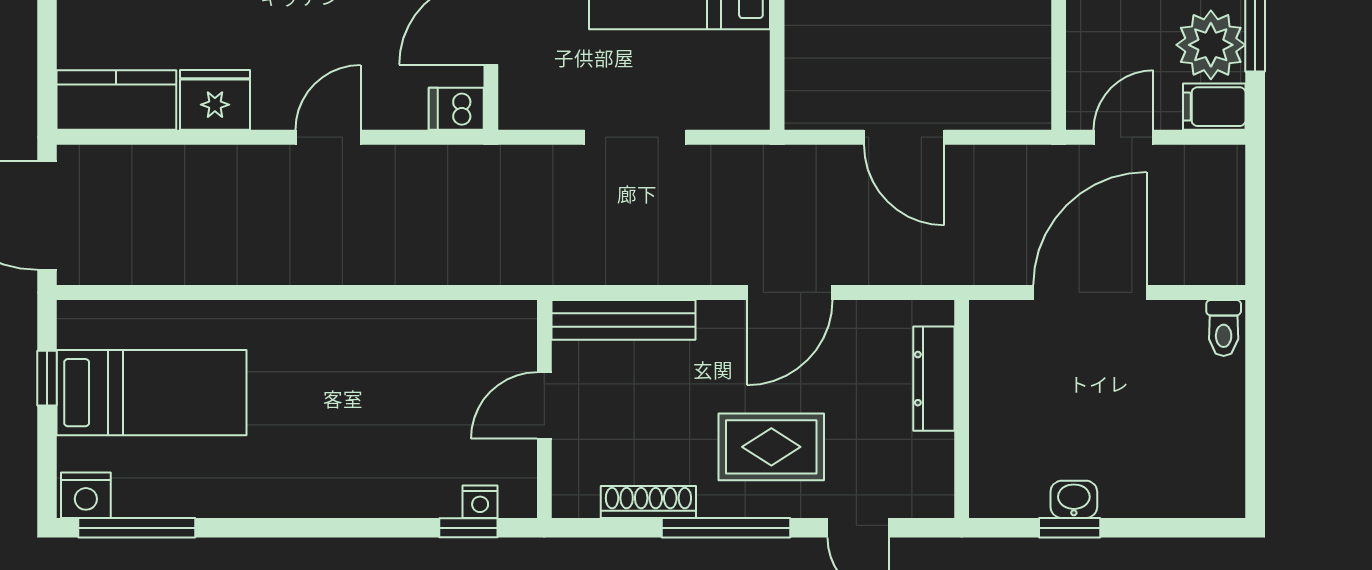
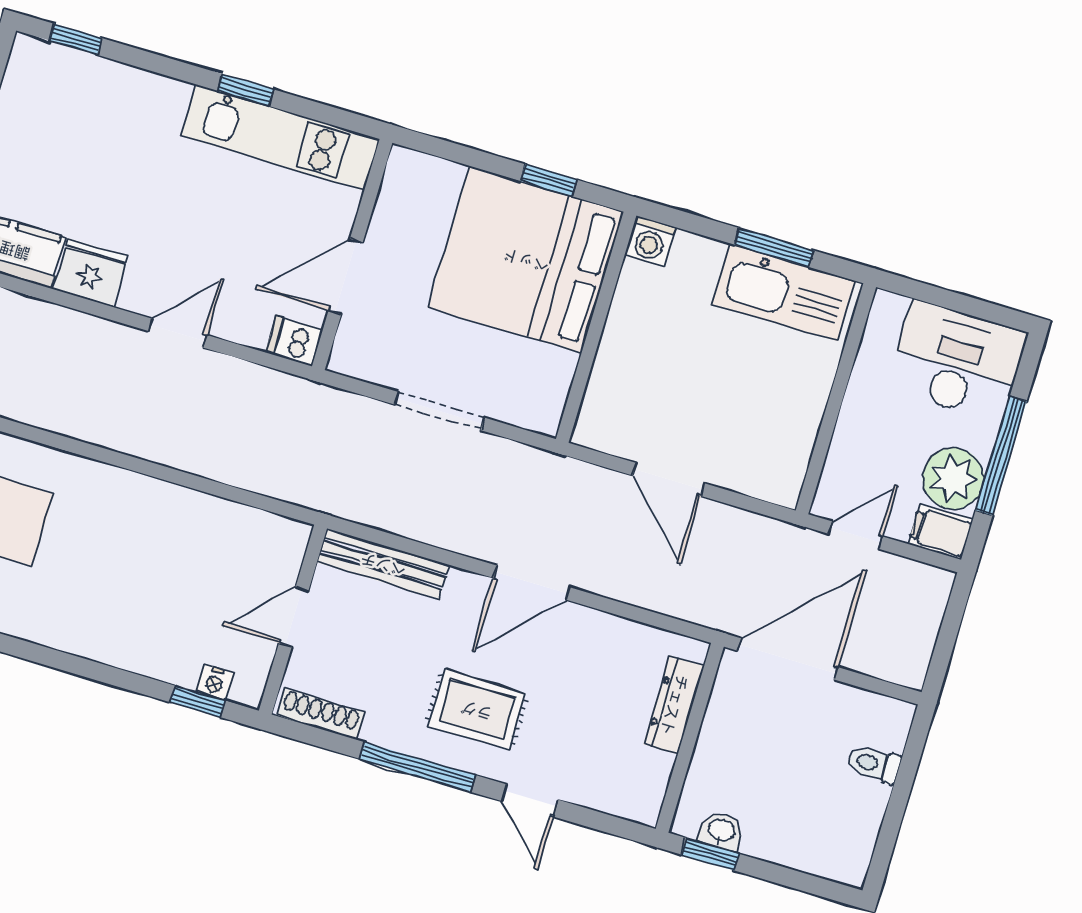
toilet: (1224, 328) -> (874, 764), moved, turned 90
dresser: (934, 379) -> (674, 705), moved
wall: (962, 409) -> (690, 738), moved
shoe rack: (648, 502) -> (320, 714), moved

